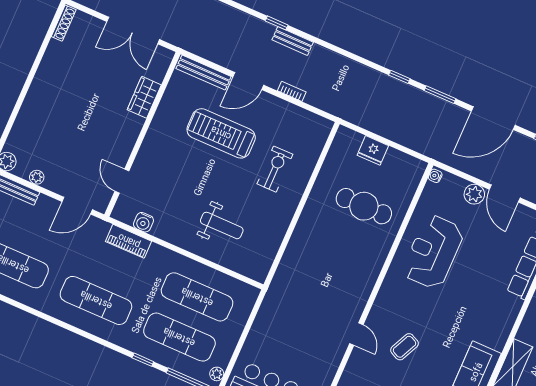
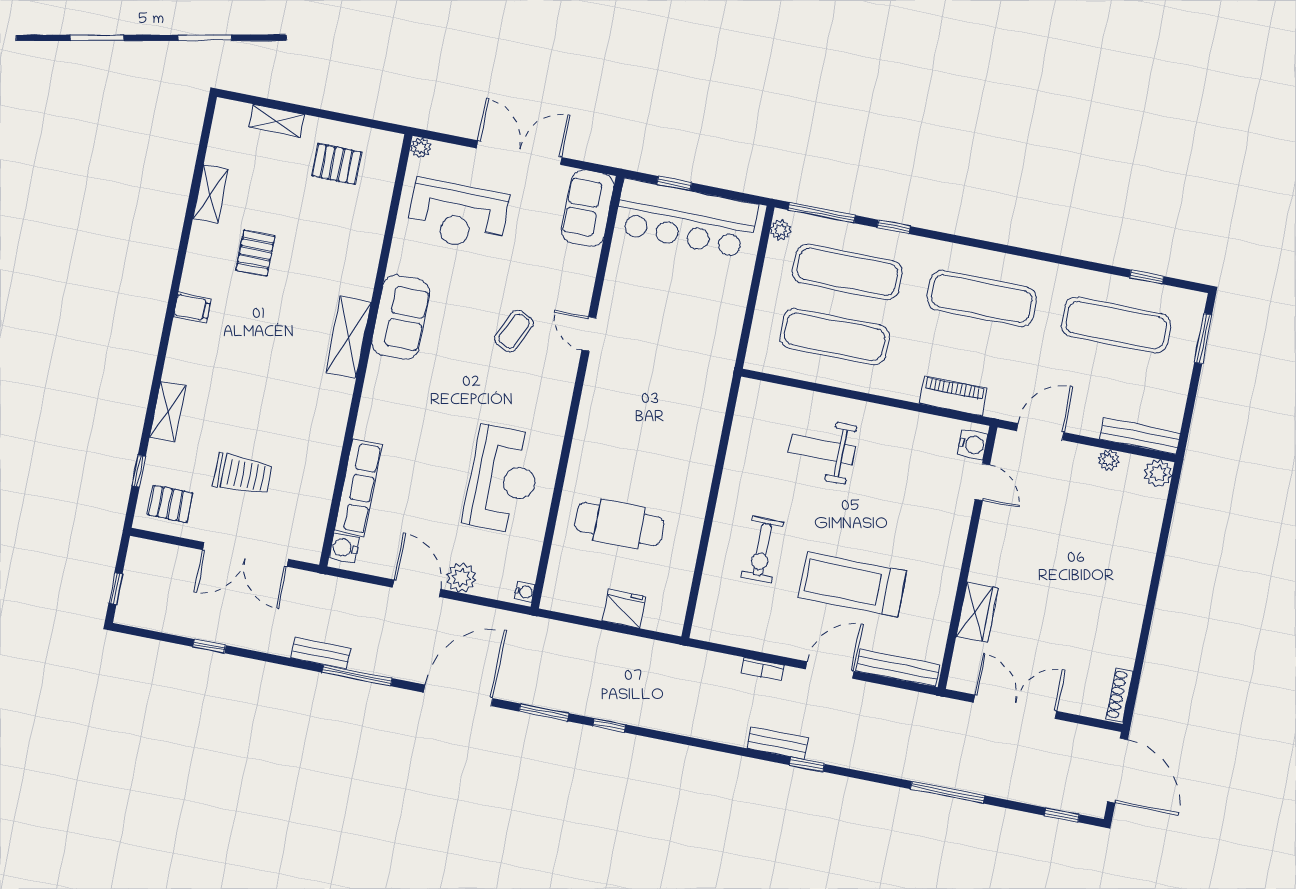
treadmill: (221, 133) -> (852, 584), turned 180
water cooler: (143, 222) -> (972, 445), moved, turned 90

